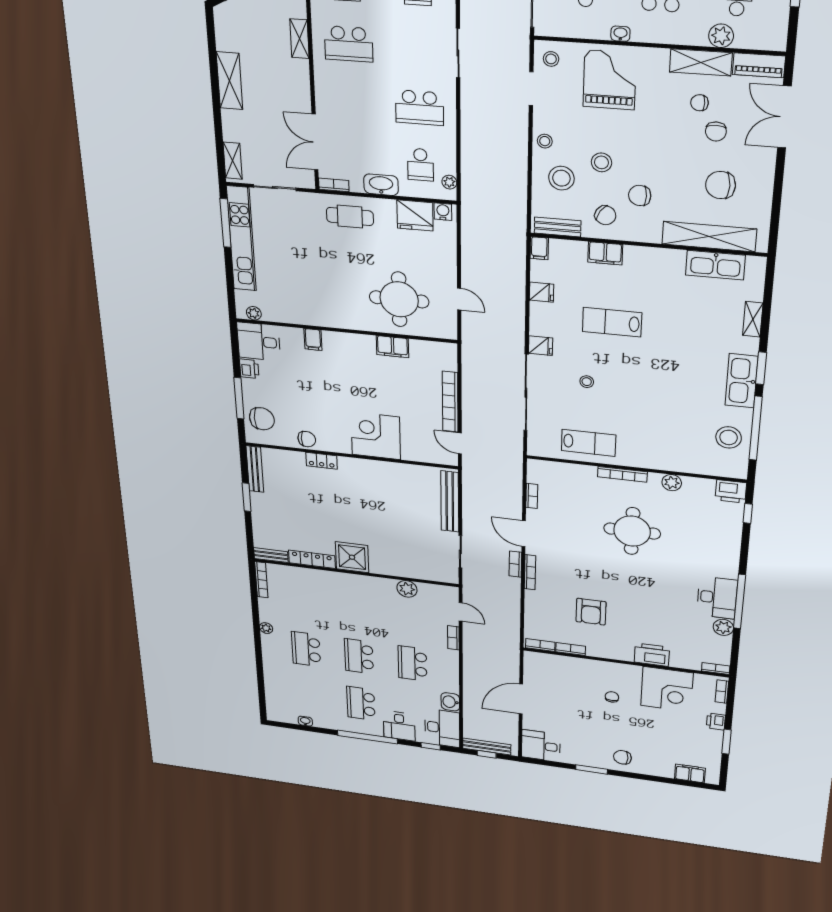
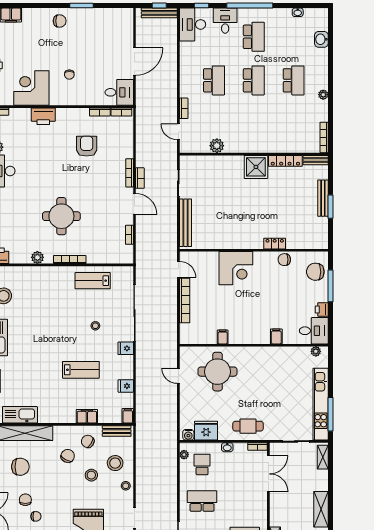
washbasin: (381, 185) -> (227, 447), width x0.52, depth x0.69
chair: (640, 196) -> (68, 456), turned -63
filing cabinet: (392, 347) -> (223, 337), width x0.50
bench: (255, 469) -> (323, 198), moved
washbasin: (450, 702) -> (321, 39), moved, turned 180
desk: (541, 746) -> (119, 92), moved

